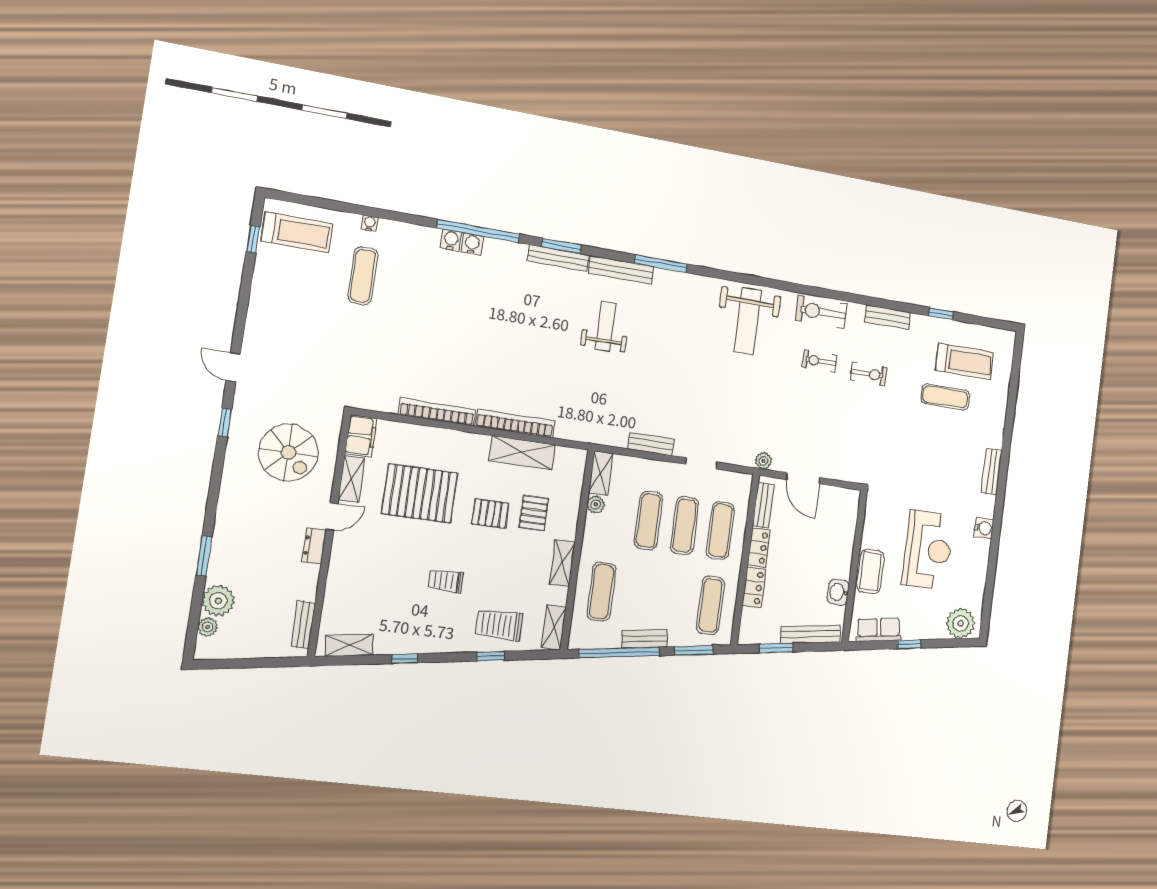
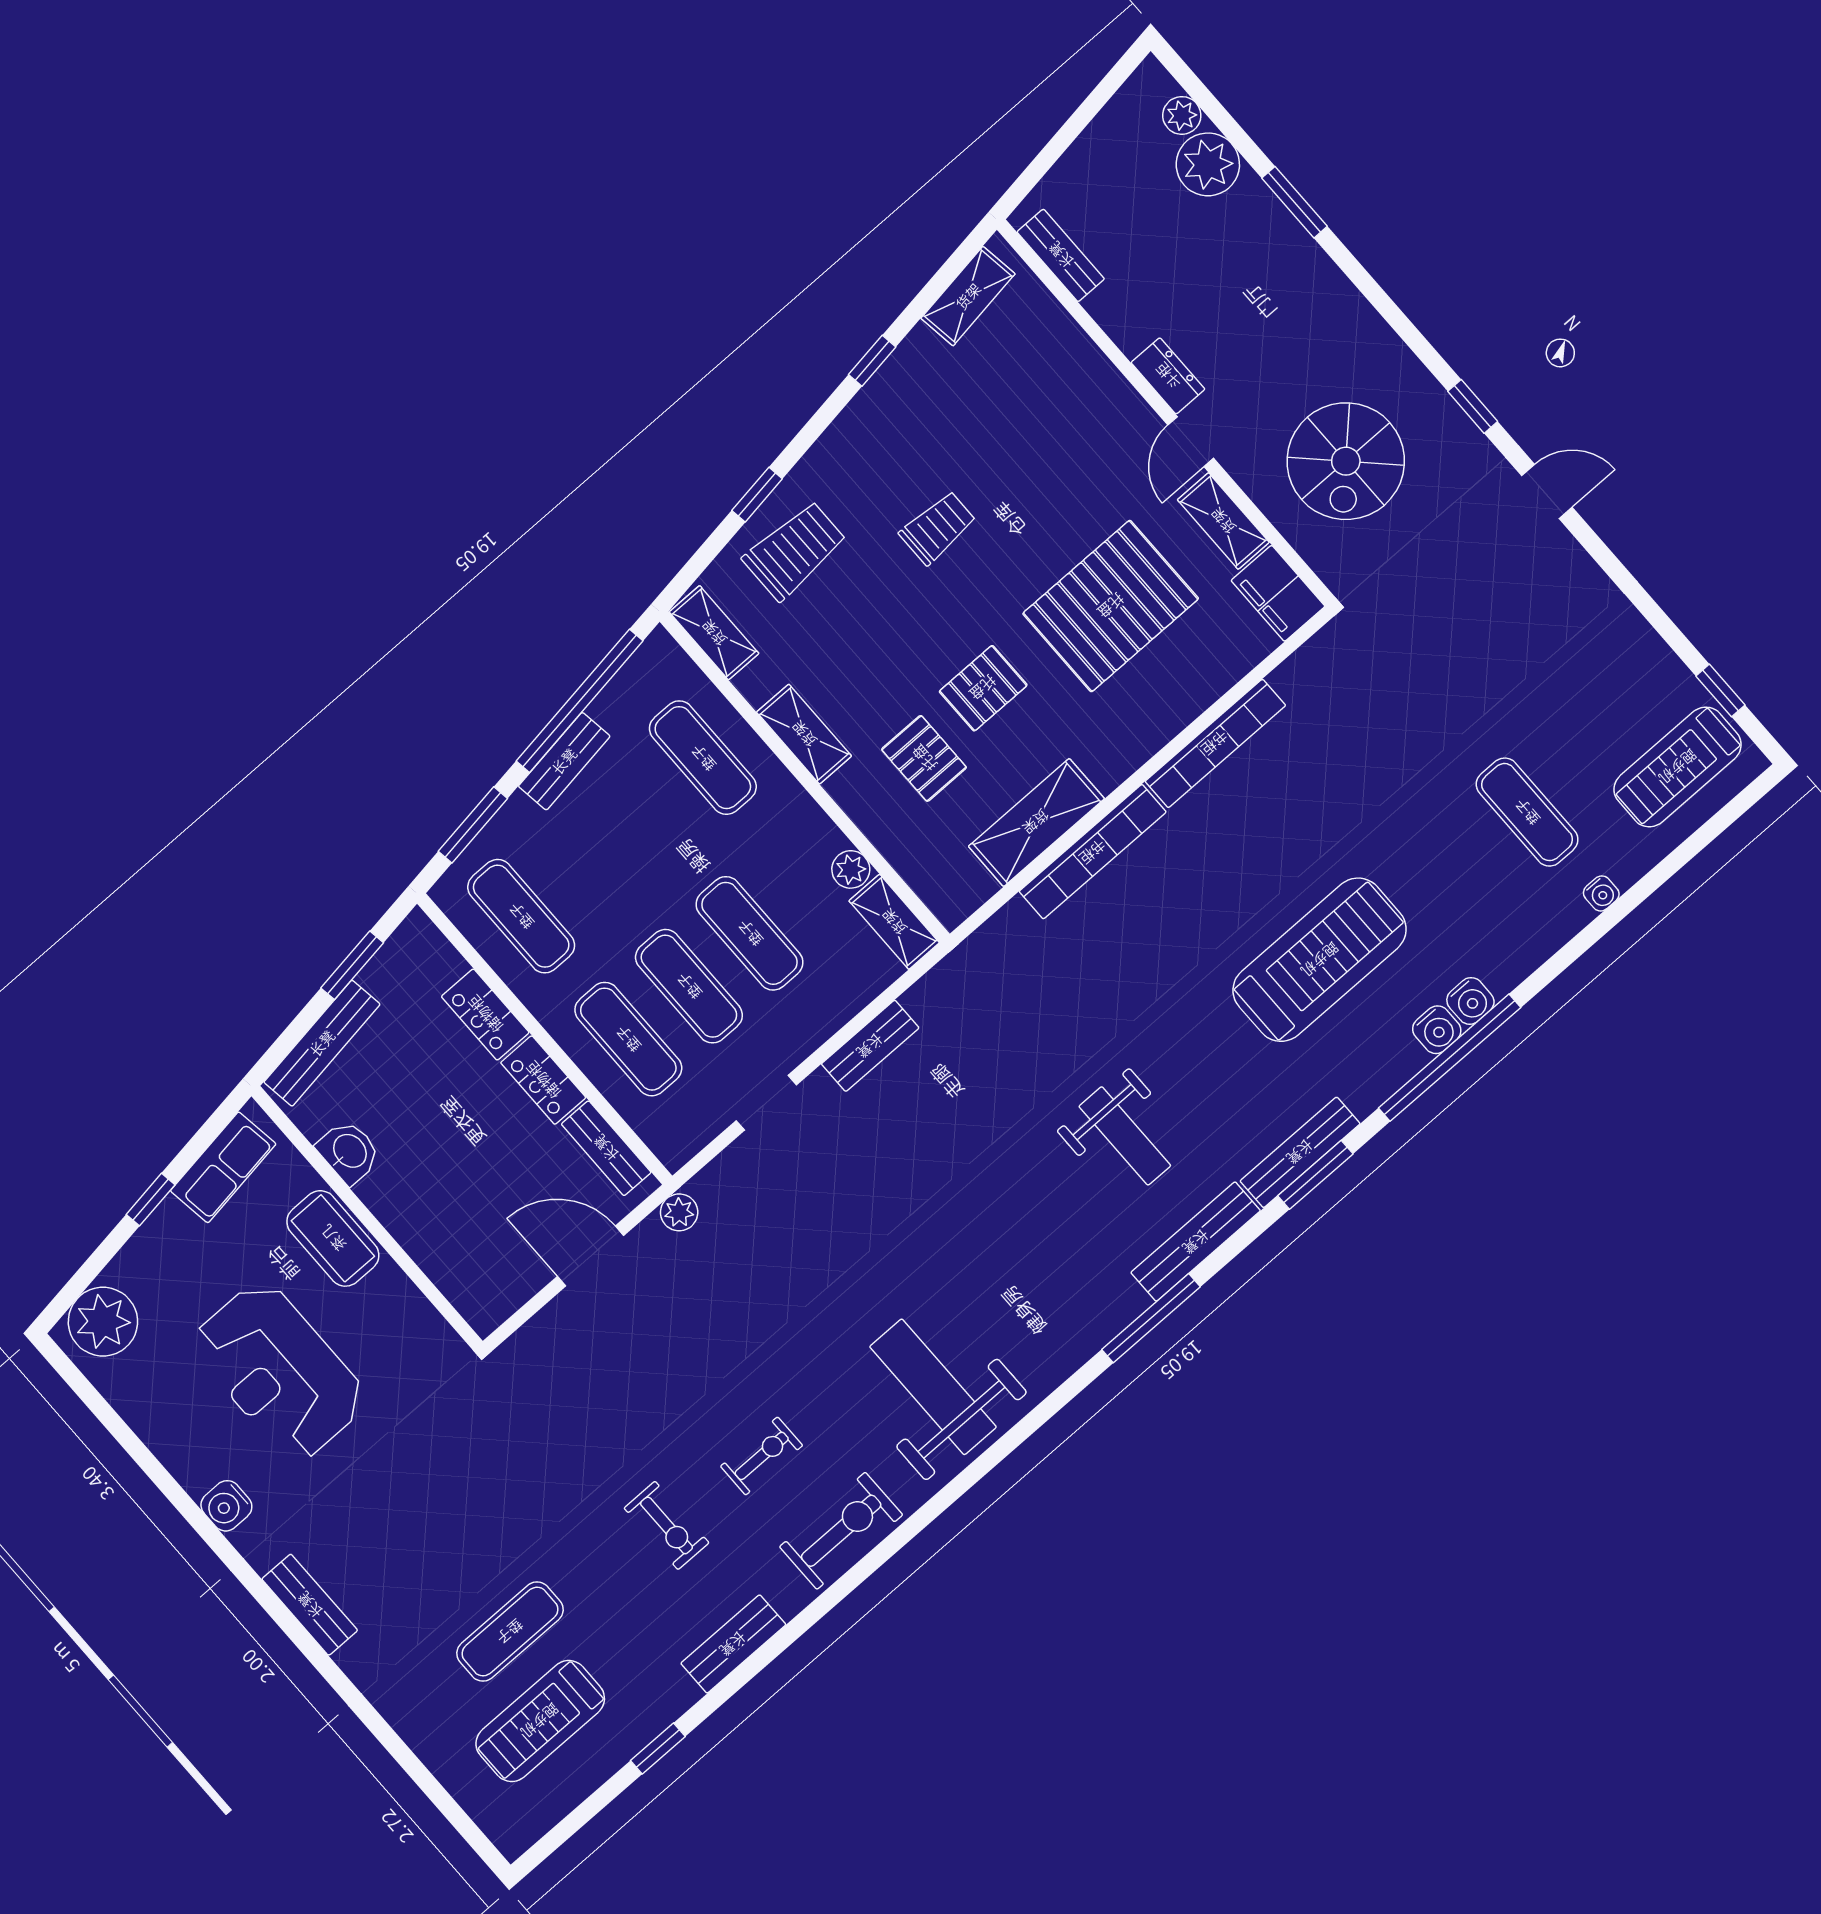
treadmill: (483, 308) -> (1320, 960), added
exercise bike: (869, 374) -> (667, 1525), turned -90
spiral stairs: (288, 453) -> (1346, 461), turned -90

